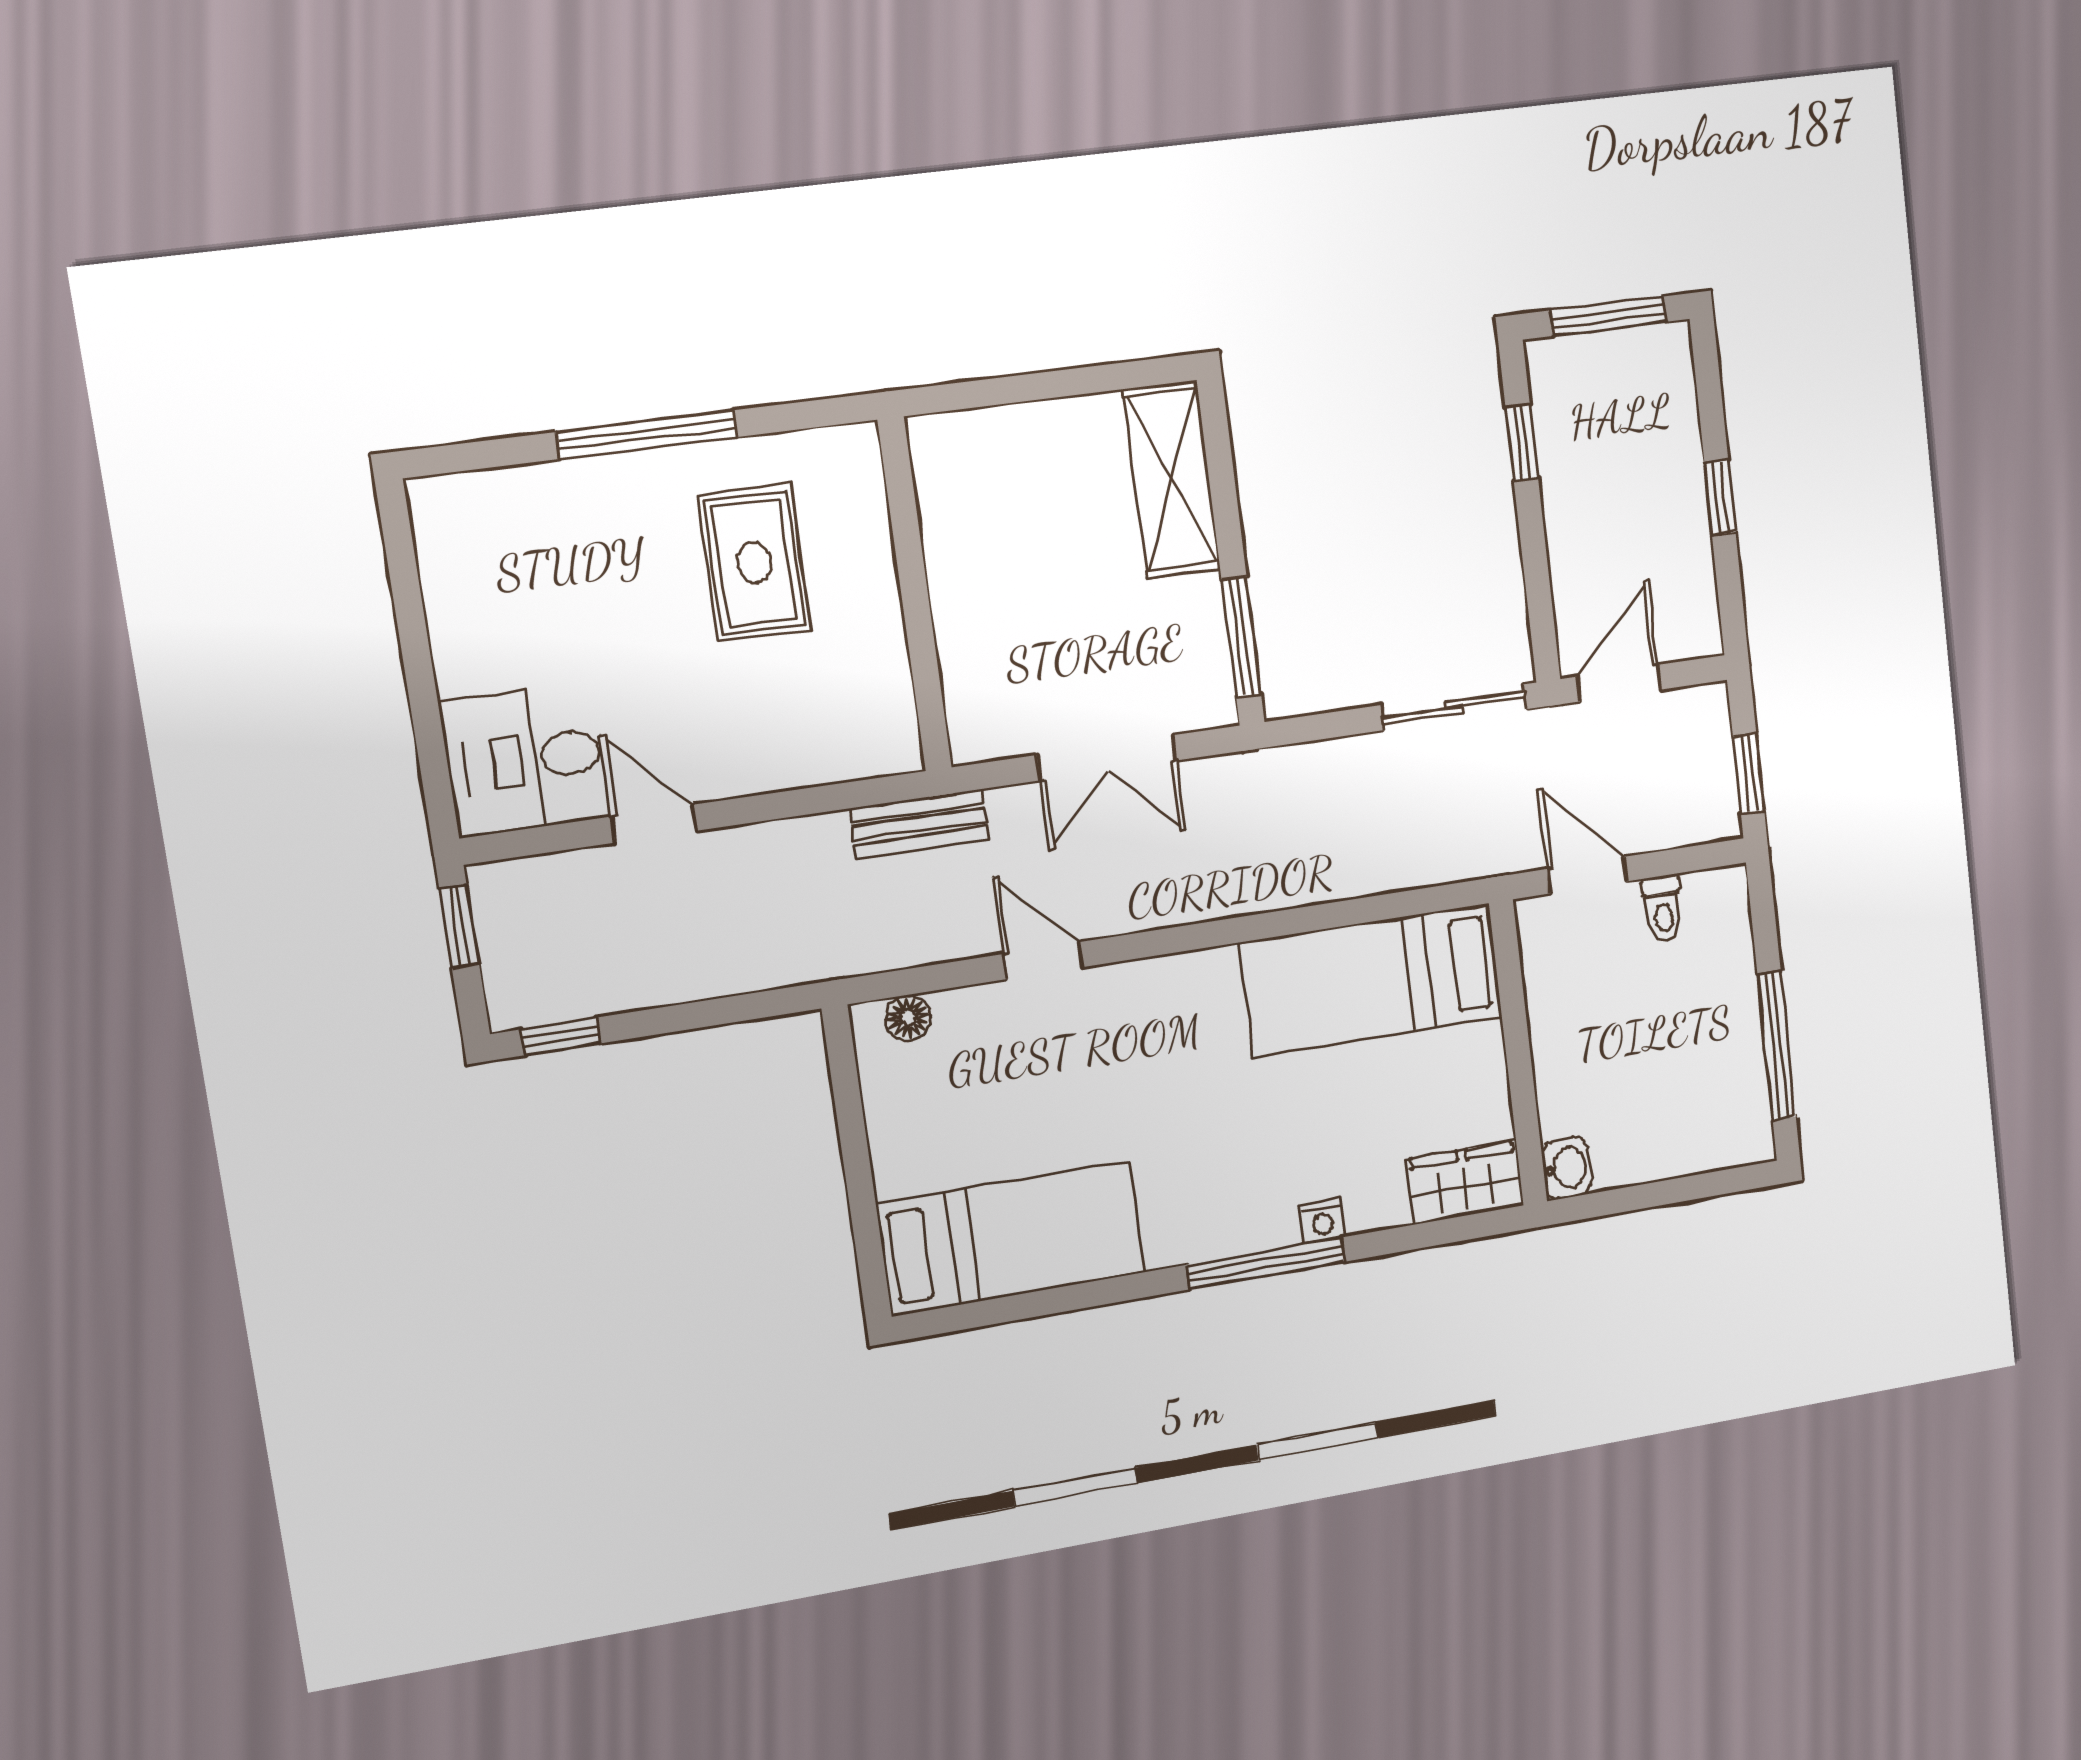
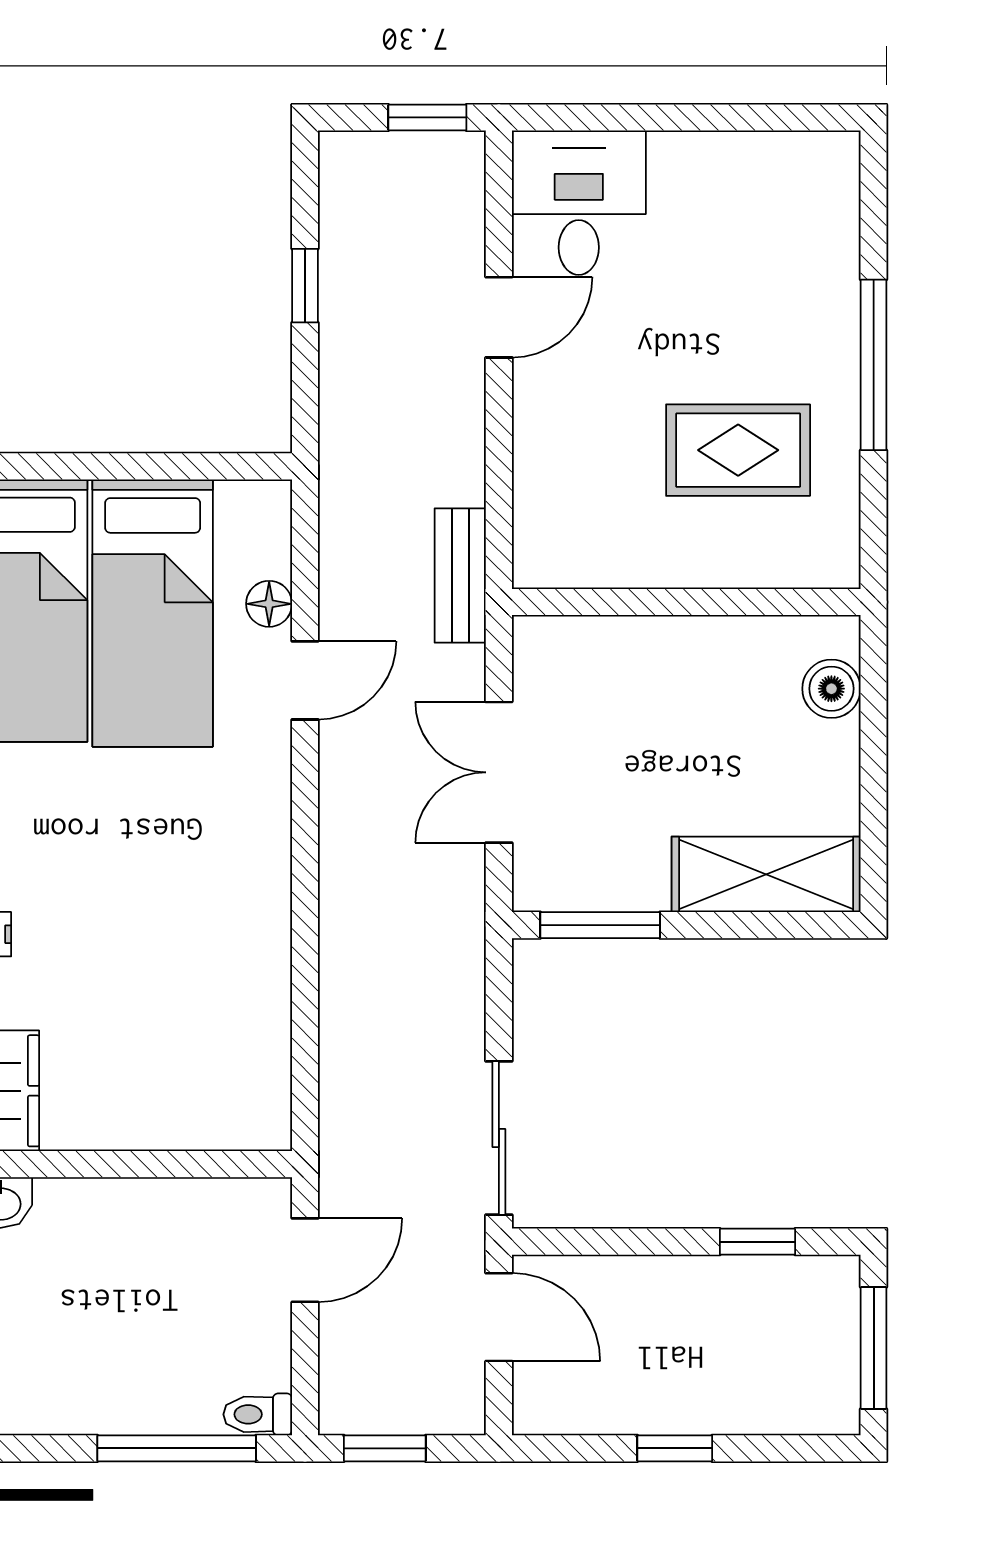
boiler: (981, 437) -> (831, 689), added
toilet: (1663, 908) -> (258, 1414), moved
bed: (1372, 980) -> (153, 613), moved, turned 180
floor lamp: (908, 1018) -> (269, 604), moved
window: (561, 1036) -> (305, 286), moved
window: (1777, 1046) -> (177, 1448), moved

